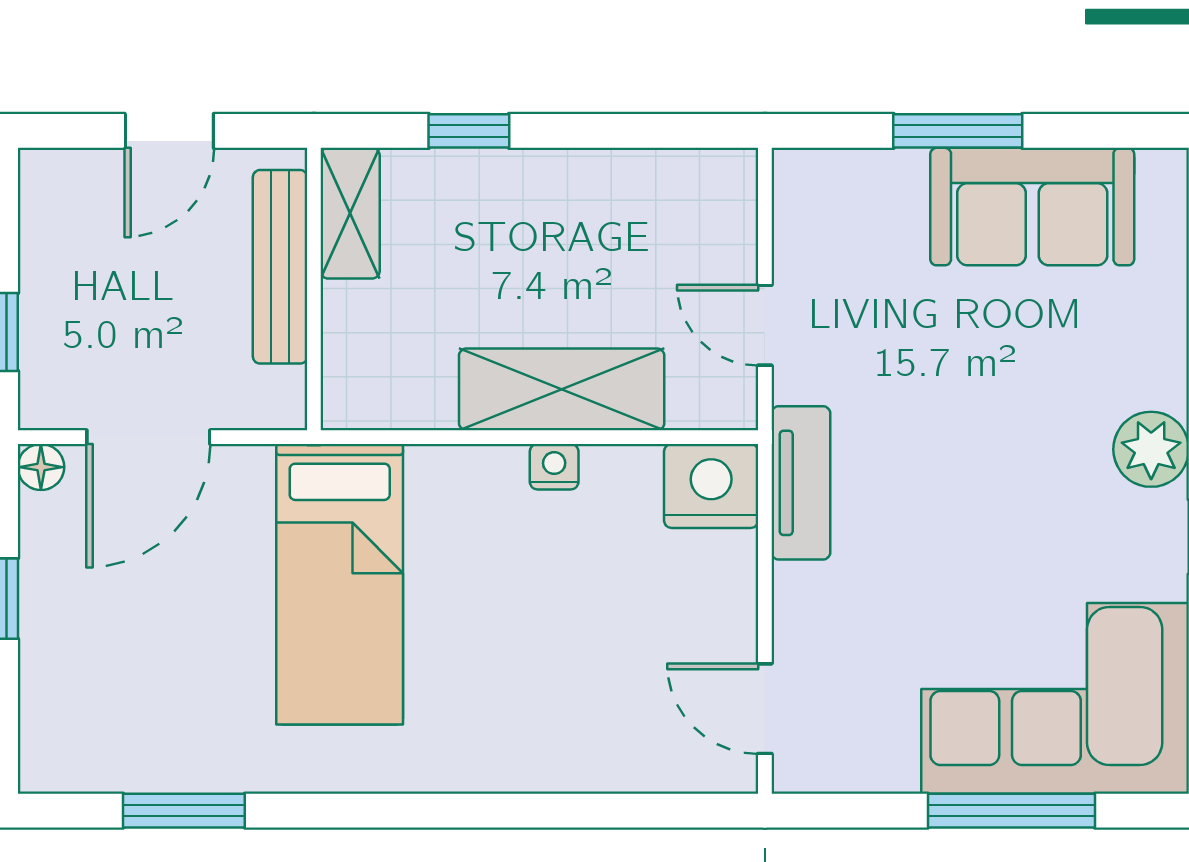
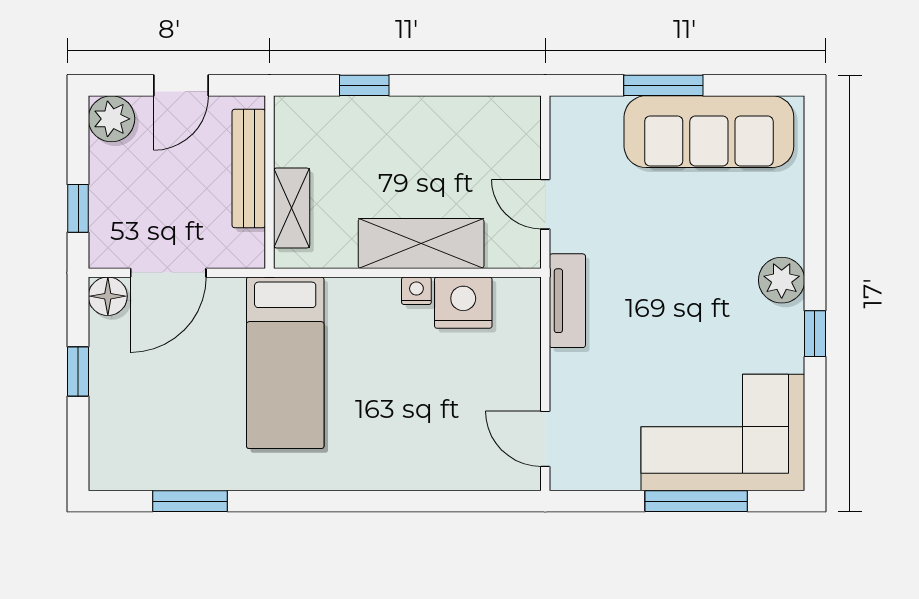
plant: (56, 186) -> (111, 119), added
sofa: (1032, 207) -> (709, 132), width x1.36
shelving: (350, 213) -> (292, 208), moved
floor lamp: (41, 467) -> (108, 296), width x1.37, depth x1.37
nightstand: (711, 486) -> (463, 303), moved

